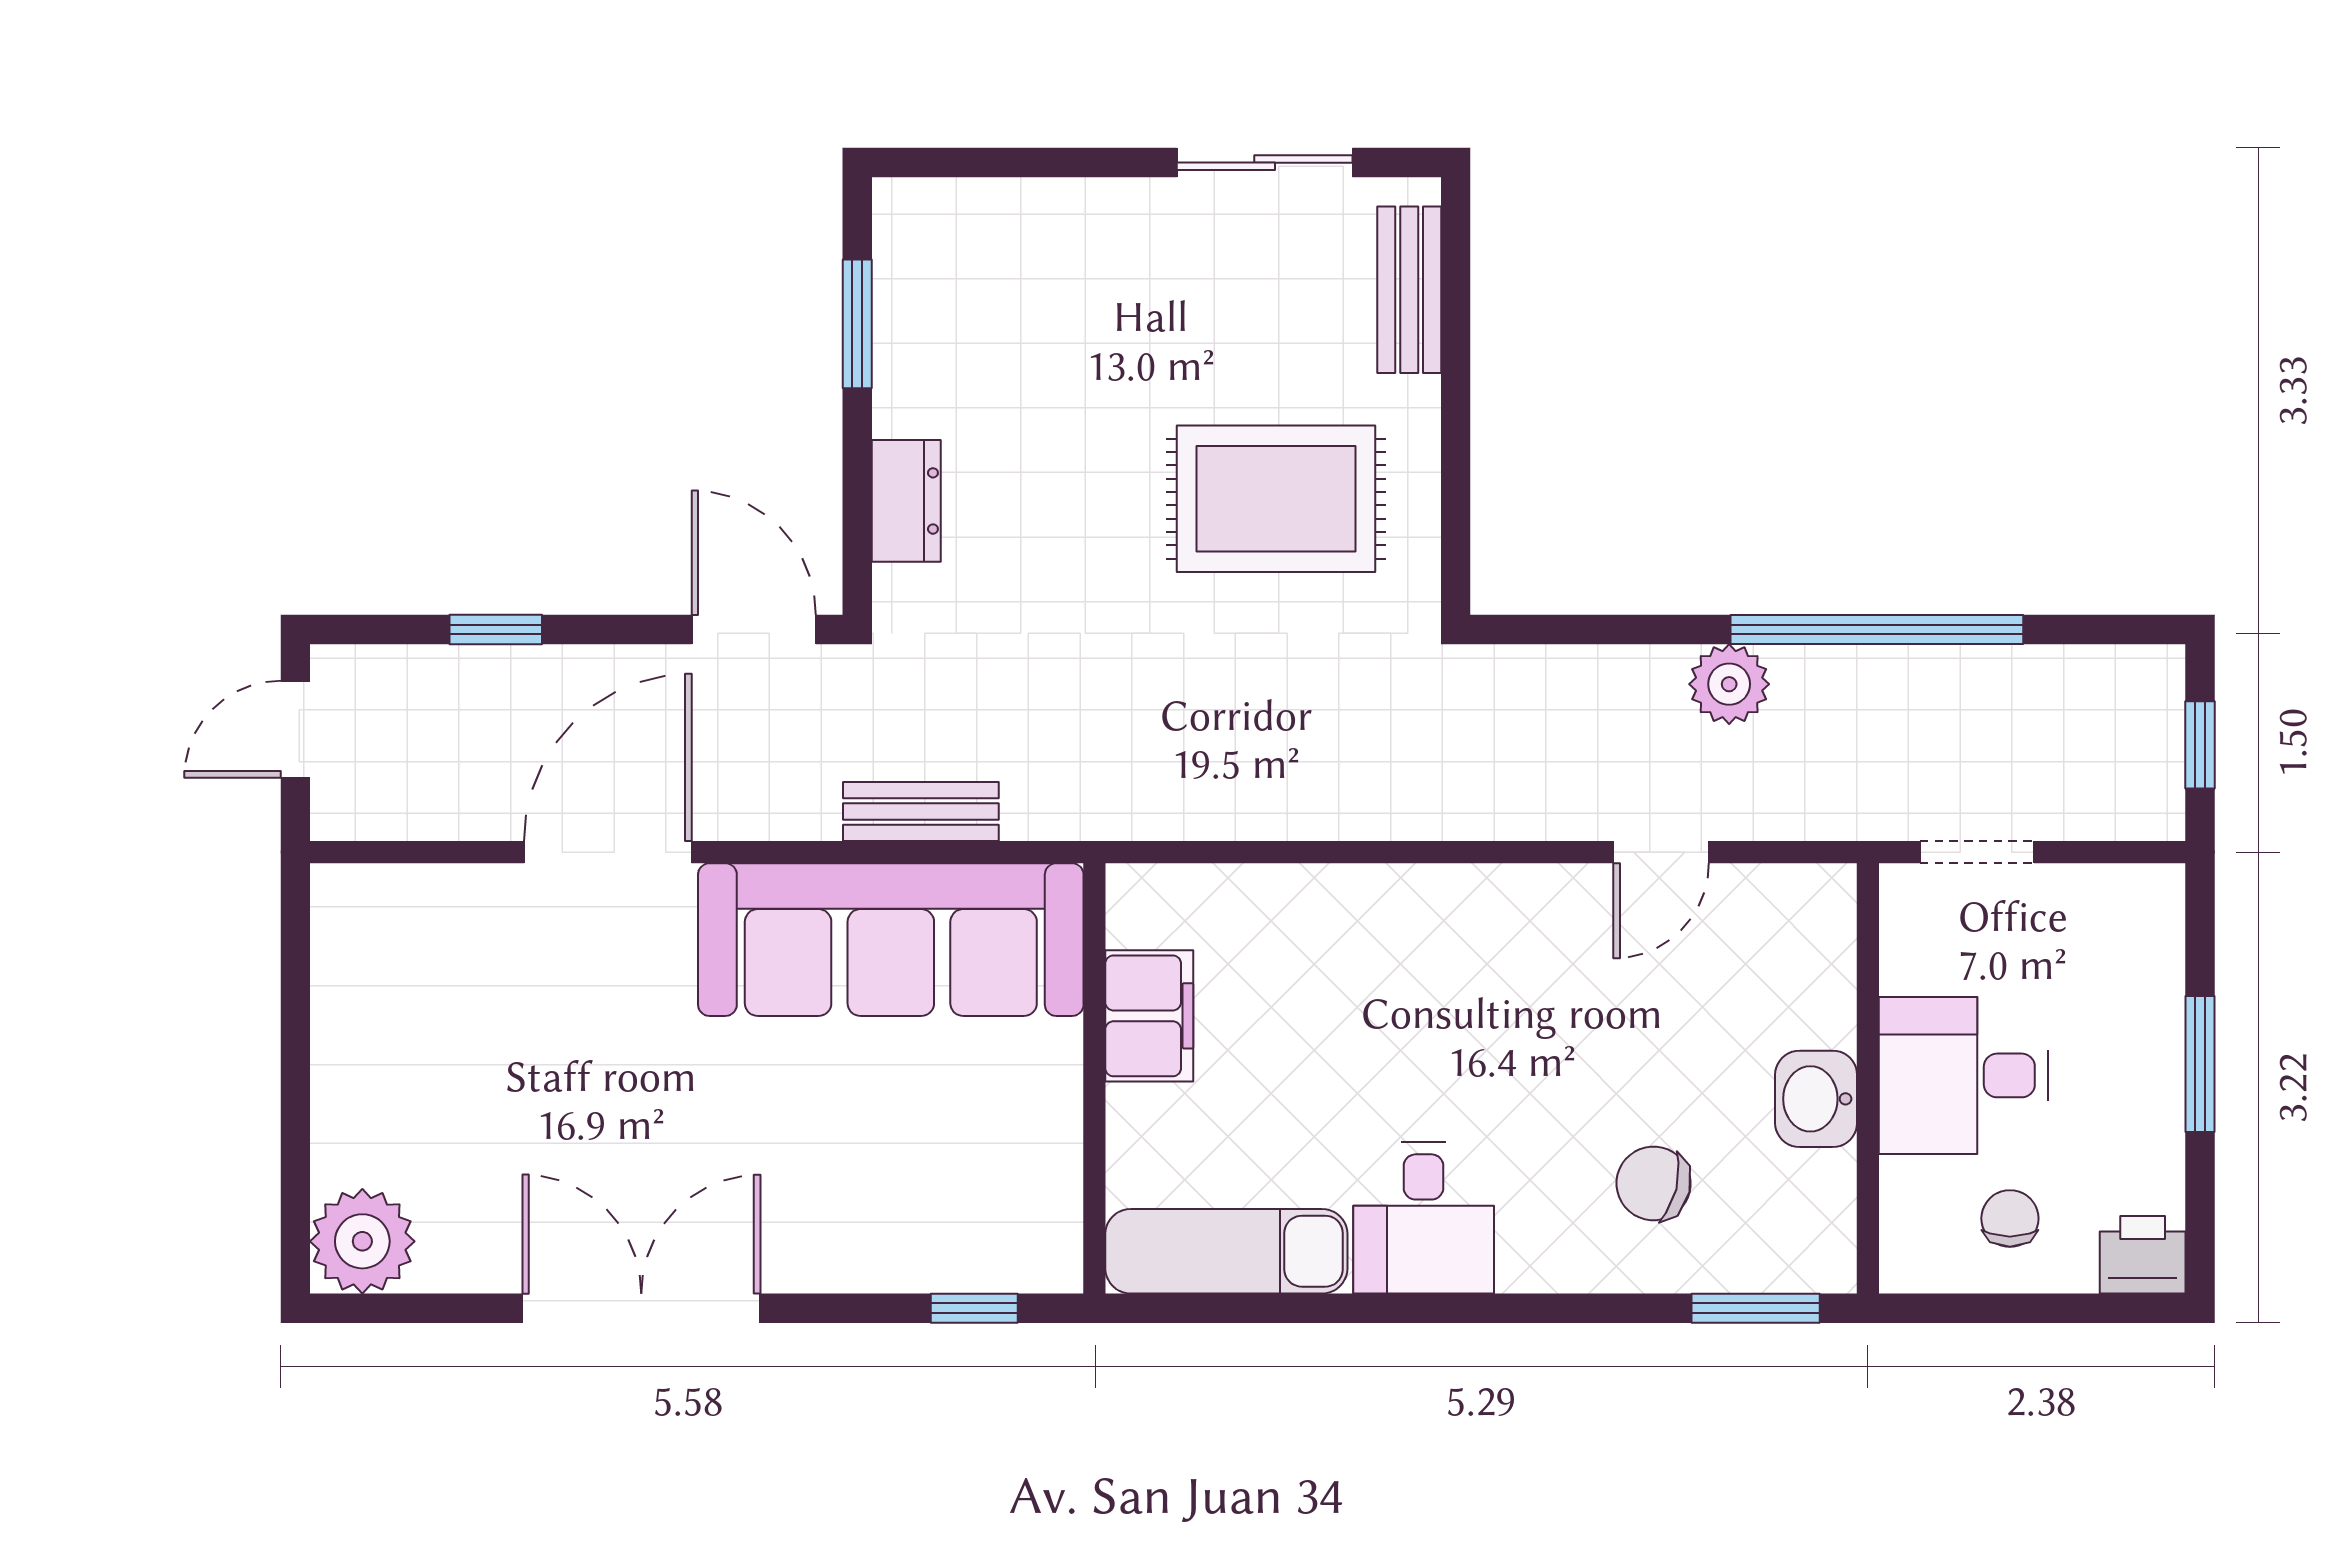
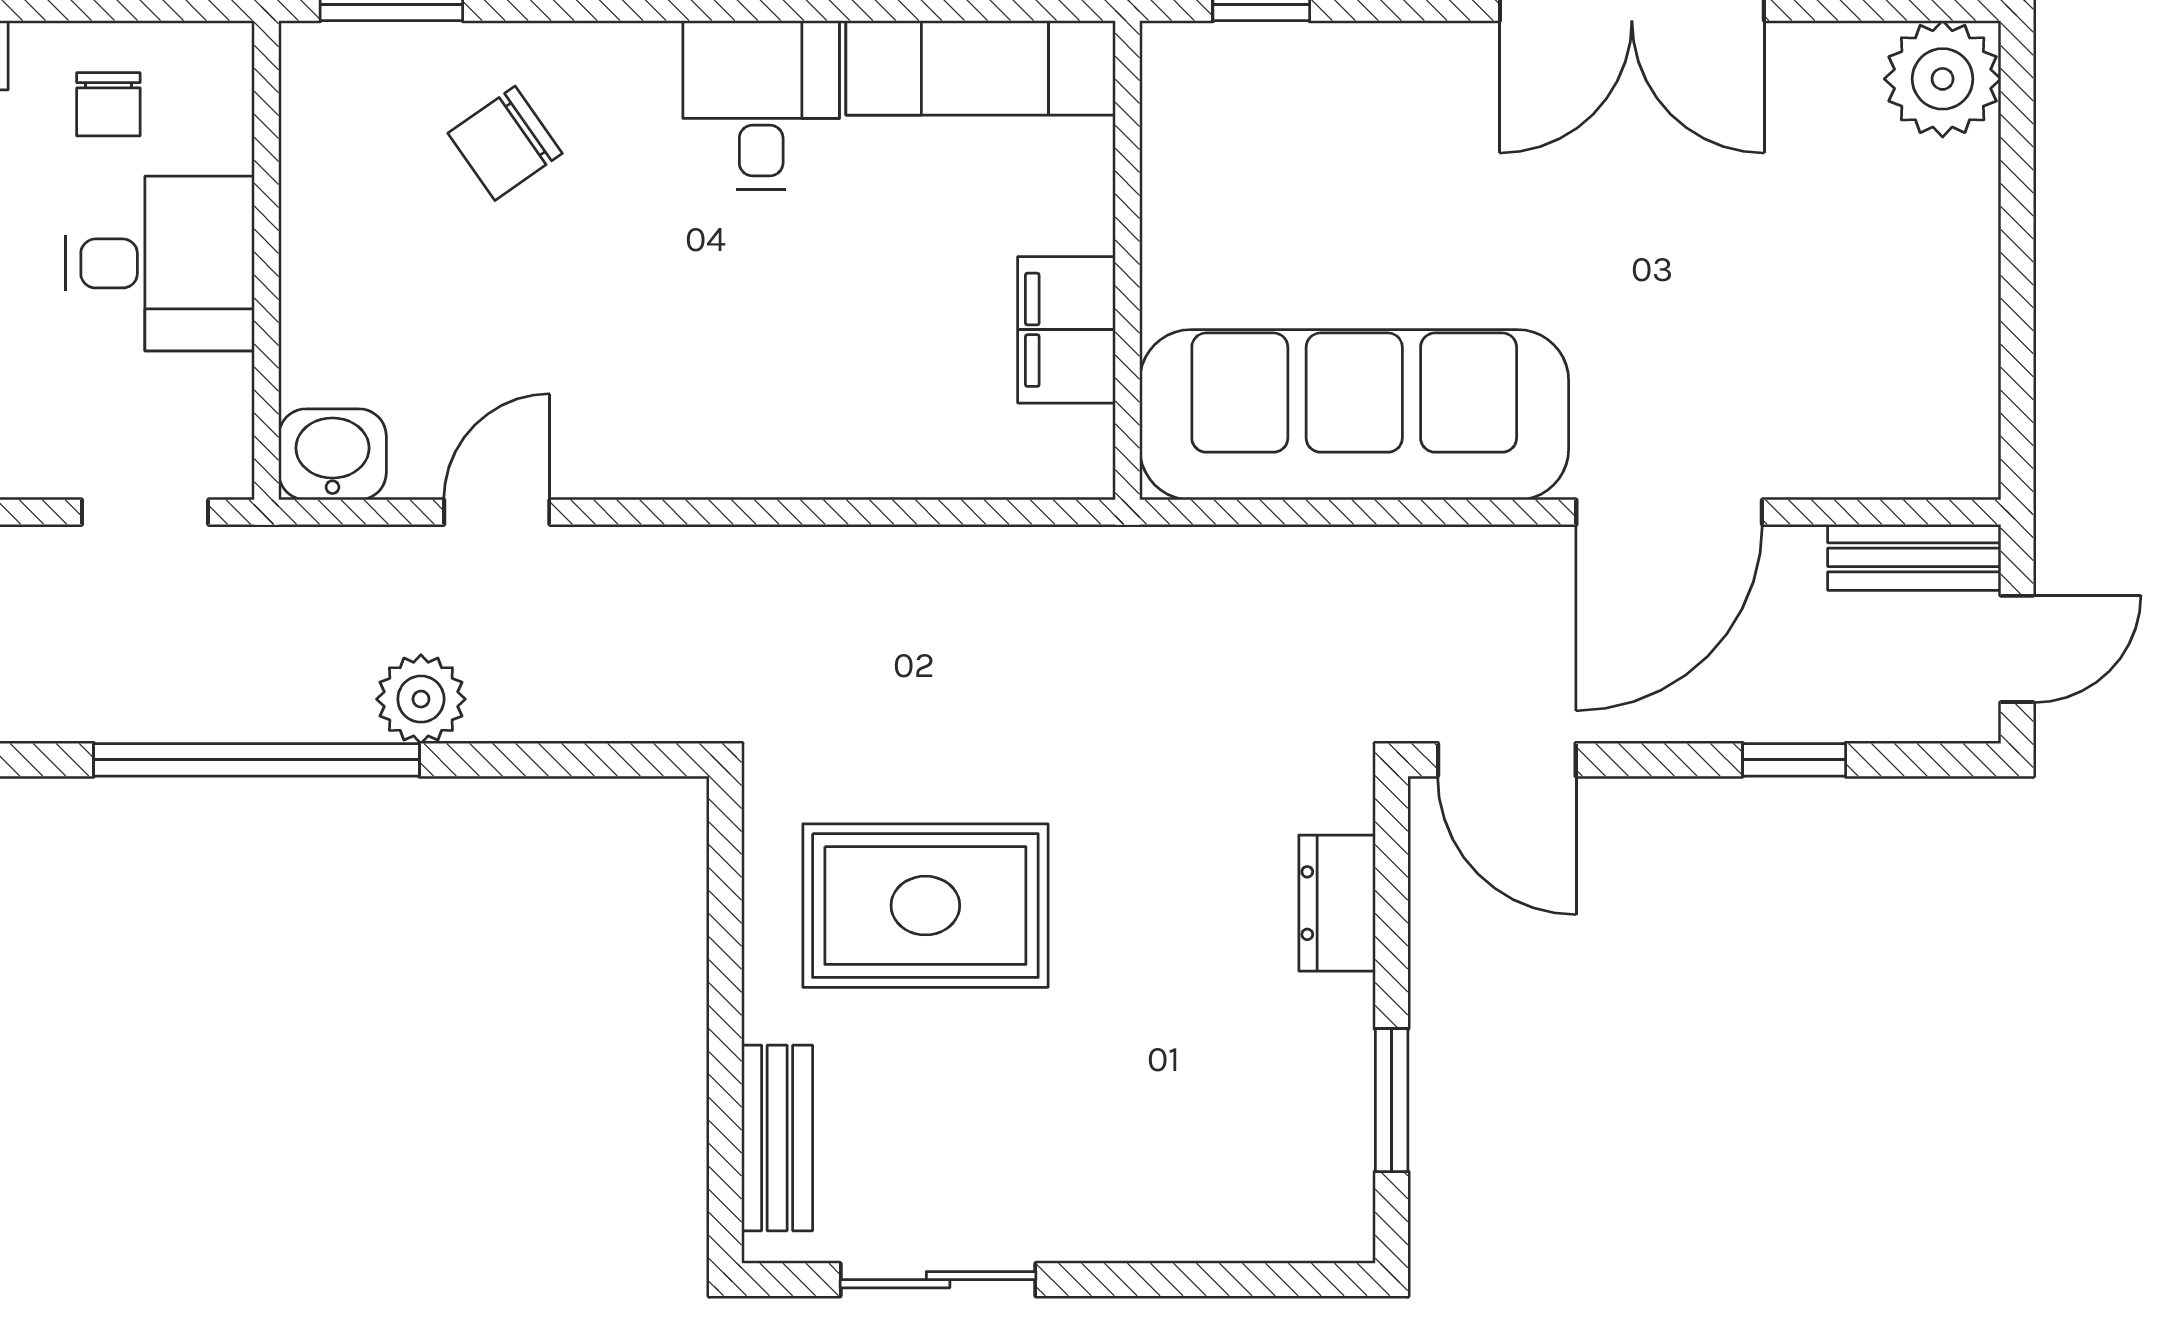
bench: (921, 812) -> (1914, 557), moved
washbasin: (1816, 1099) -> (332, 454), moved, turned -90
chair: (1654, 1183) -> (505, 143), turned 131

